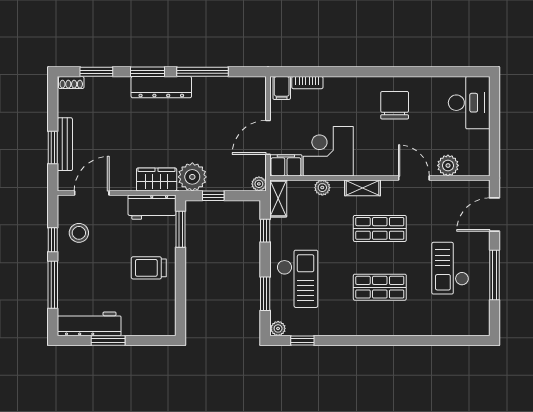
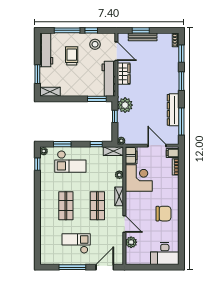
window: (202, 72) -> (181, 121), moved
dresser: (161, 87) -> (173, 110), moved
door: (268, 137) -> (157, 146), moved
door: (414, 178) -> (124, 224), hinge flipped
wardrobe: (157, 179) -> (124, 74), moved
workbench: (152, 207) -> (109, 79), width x1.37
door: (494, 215) -> (105, 267), hinge flipped
trolley: (149, 268) -> (72, 56), moved
shelving: (167, 317) -> (50, 92), added
window: (108, 341) -> (37, 74), moved

